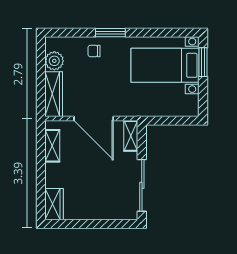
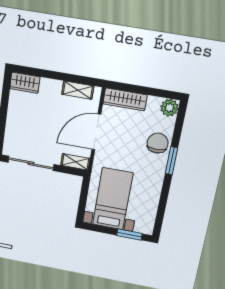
chair: (94, 51) -> (158, 143), width x1.87, depth x1.87
plant: (54, 61) -> (169, 108), moved
bed with nightstands: (165, 65) -> (113, 199), moved

